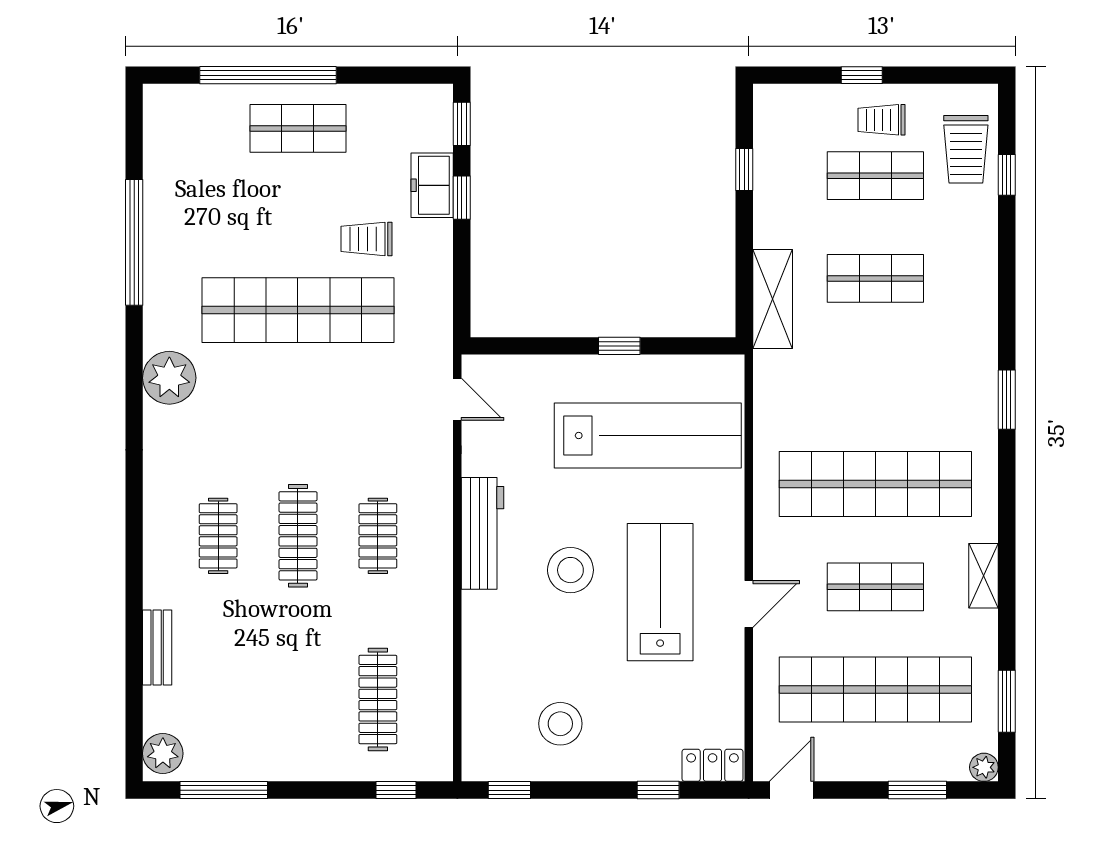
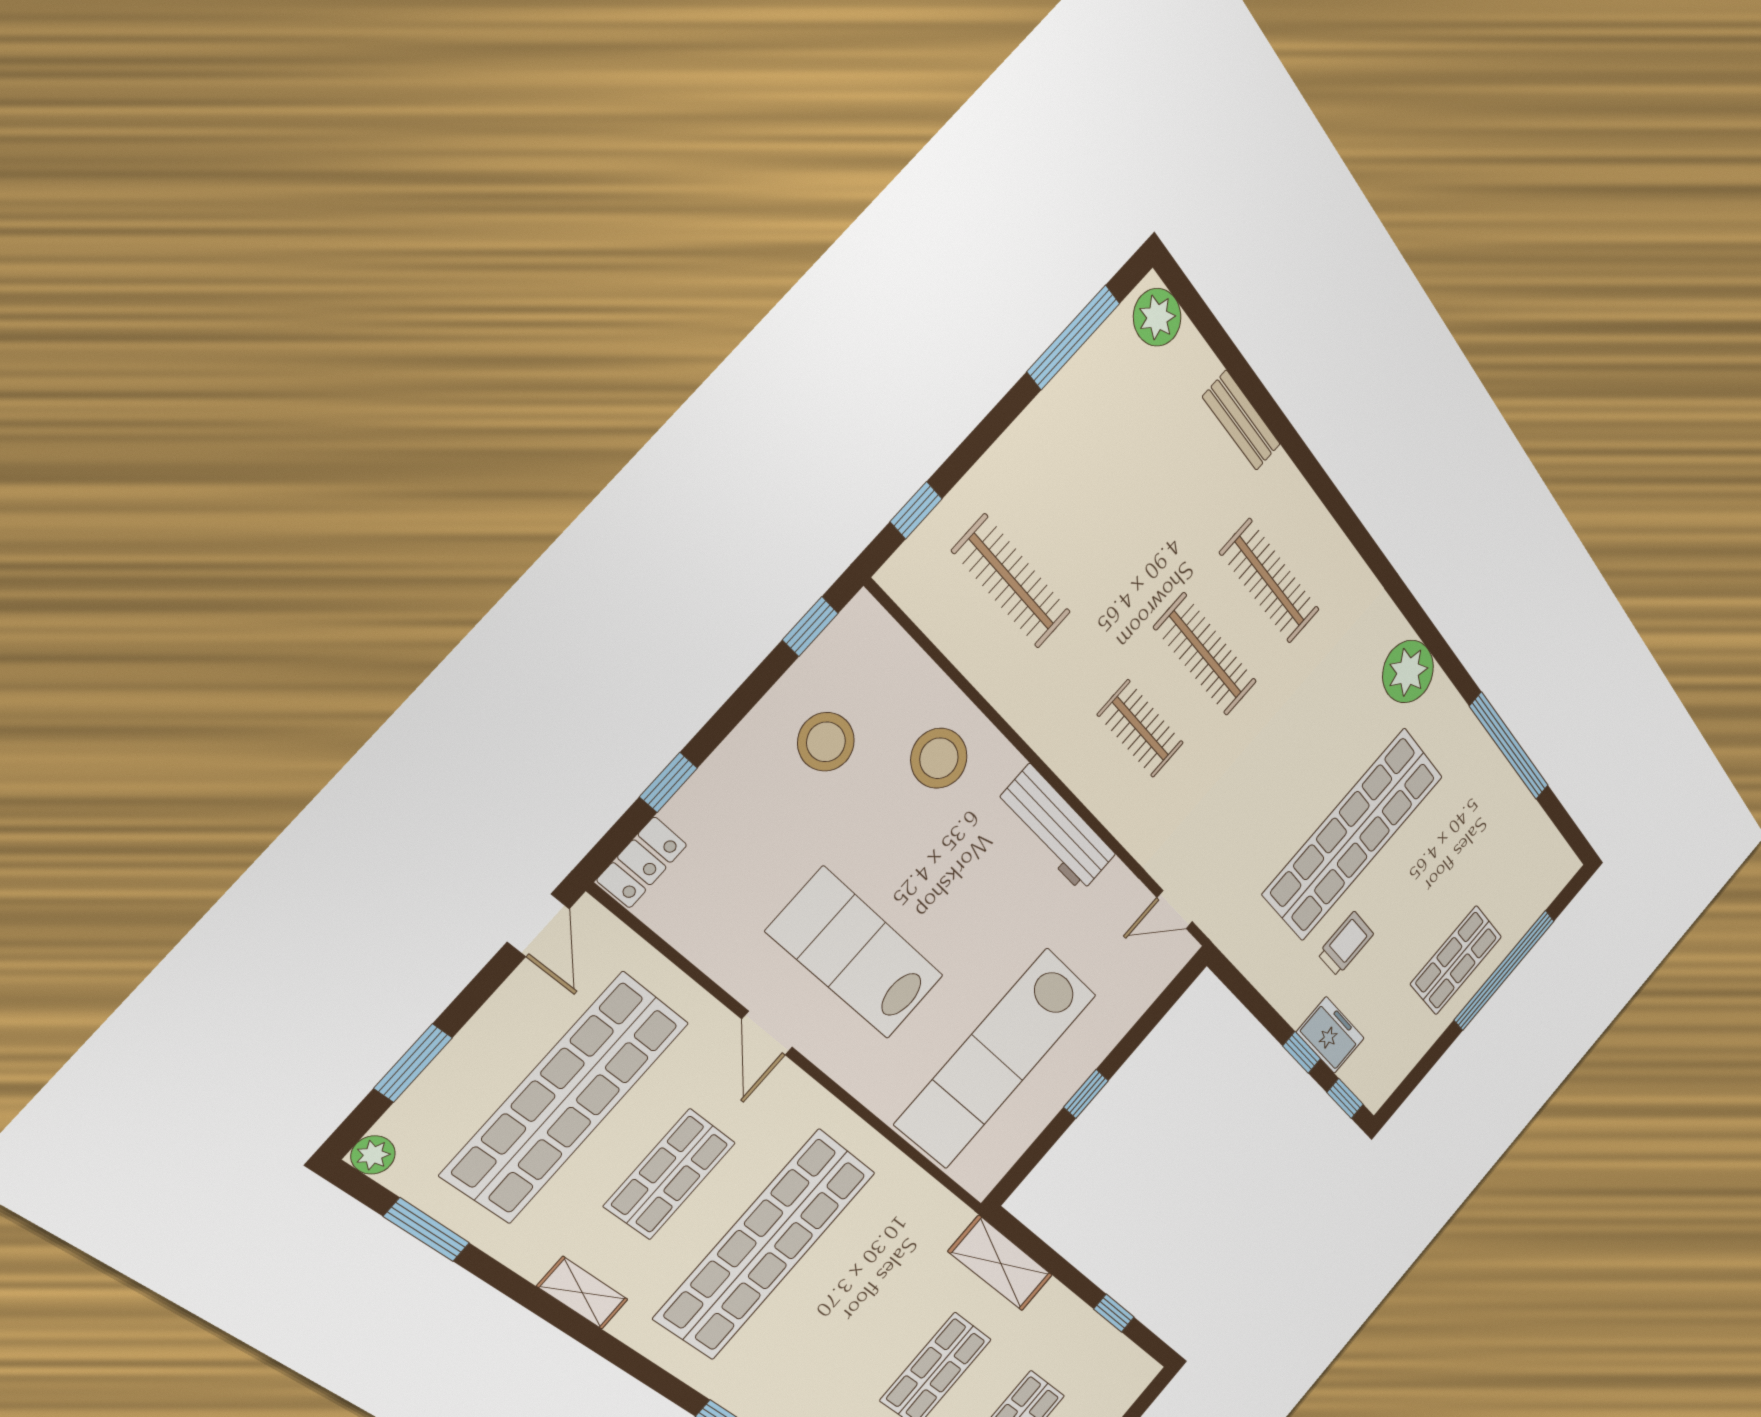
clothes rail: (218, 536) -> (1270, 581), width x1.36
stool: (570, 570) -> (939, 758), moved
lab bench: (660, 592) -> (856, 954), turned 180

